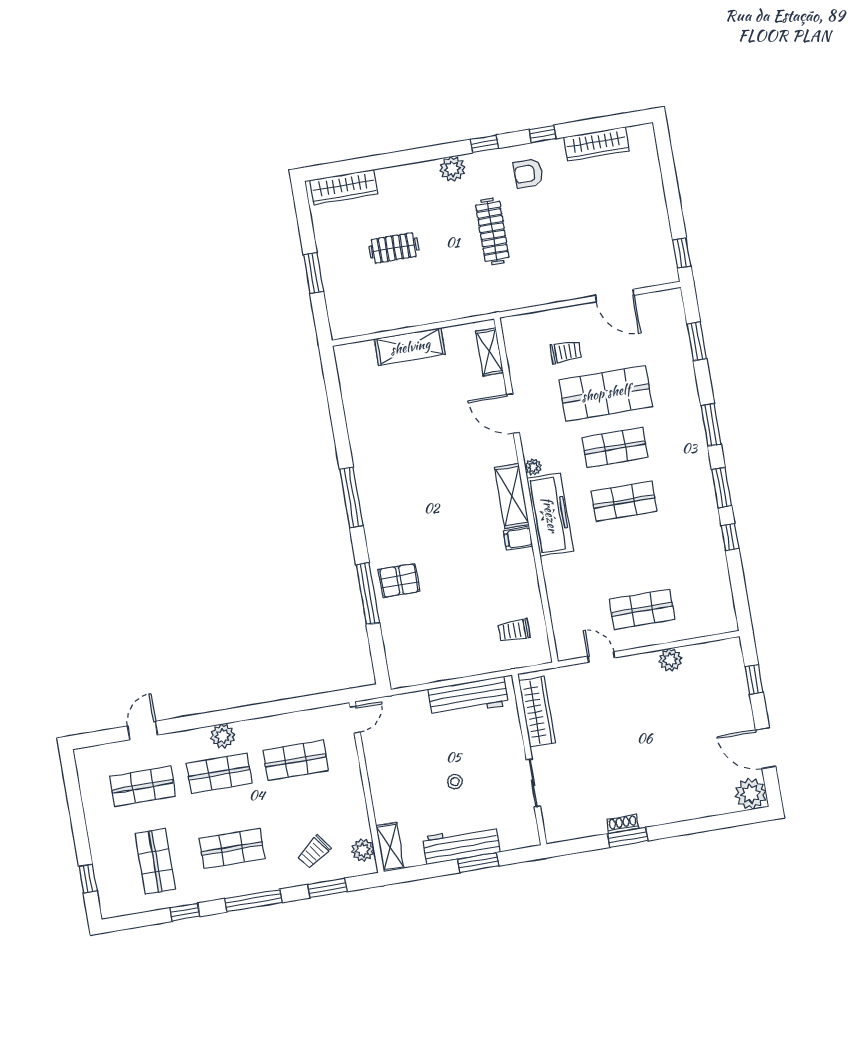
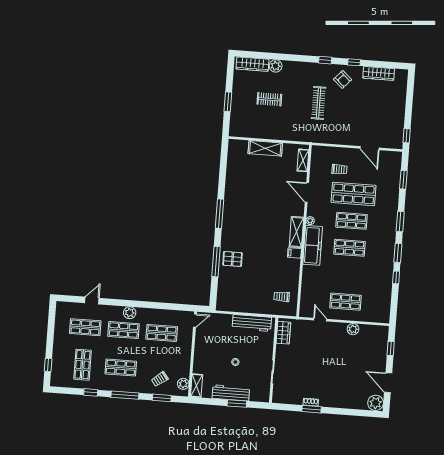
plant: (452, 169) -> (276, 66), moved
armchair: (528, 173) -> (343, 79), turned -138
wardrobe: (537, 712) -> (283, 333), width x0.67

